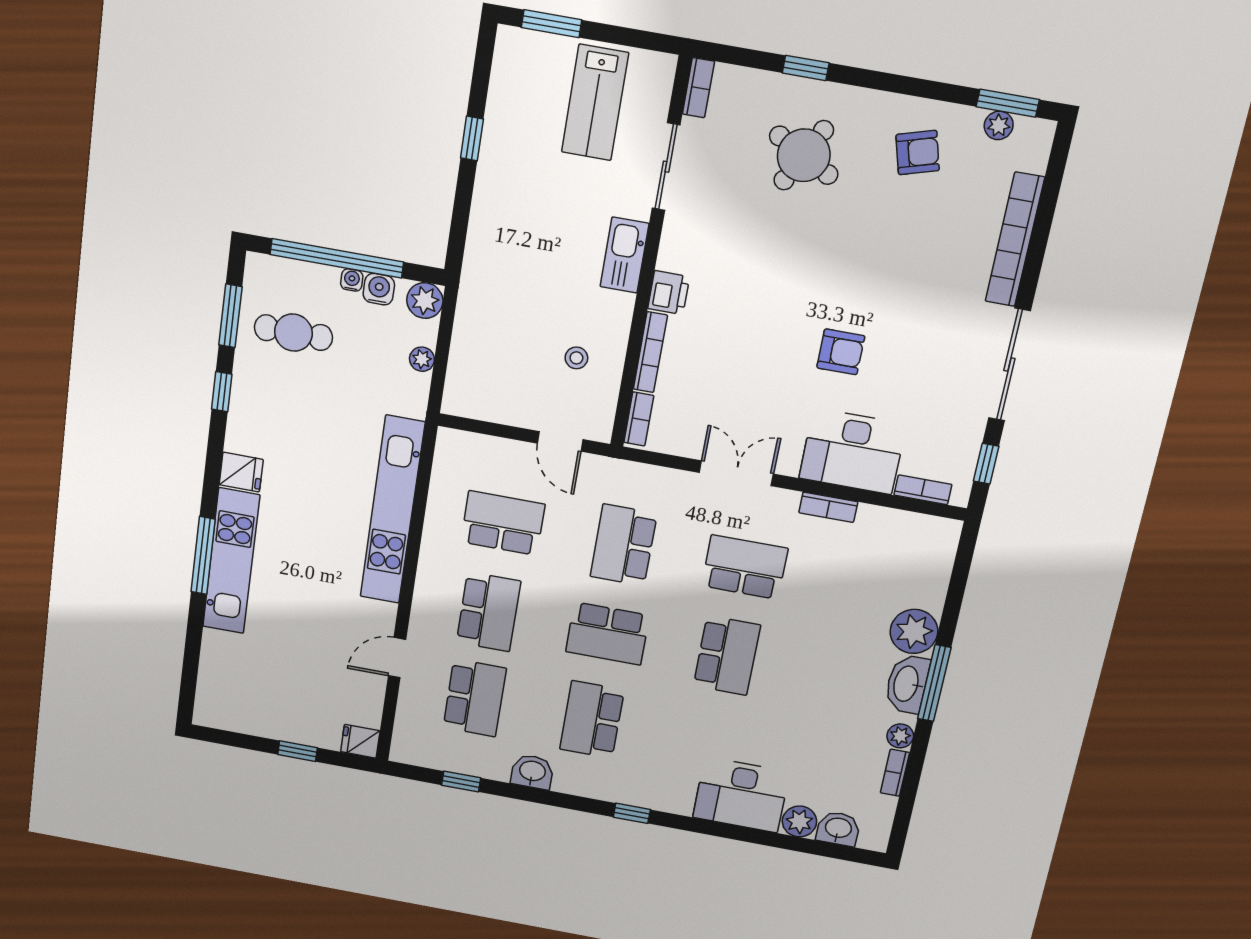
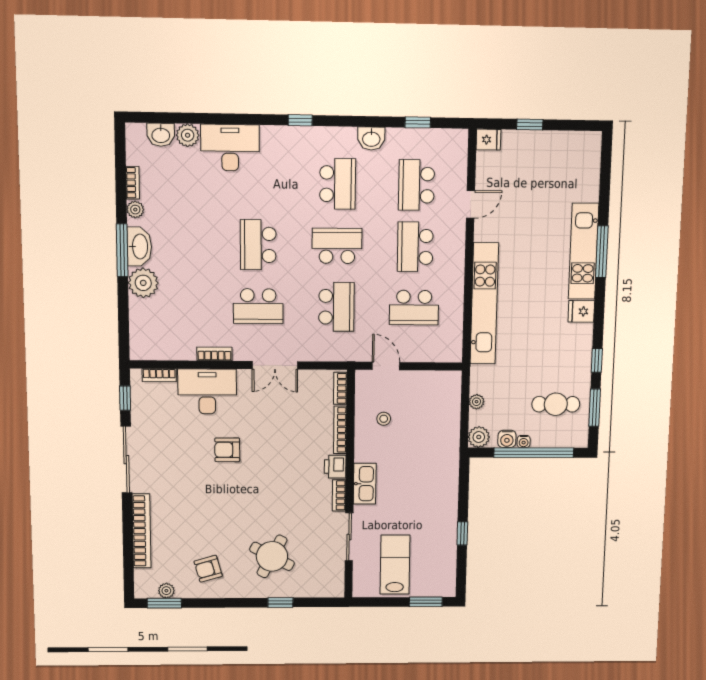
bookcase: (698, 88) -> (339, 495), moved

